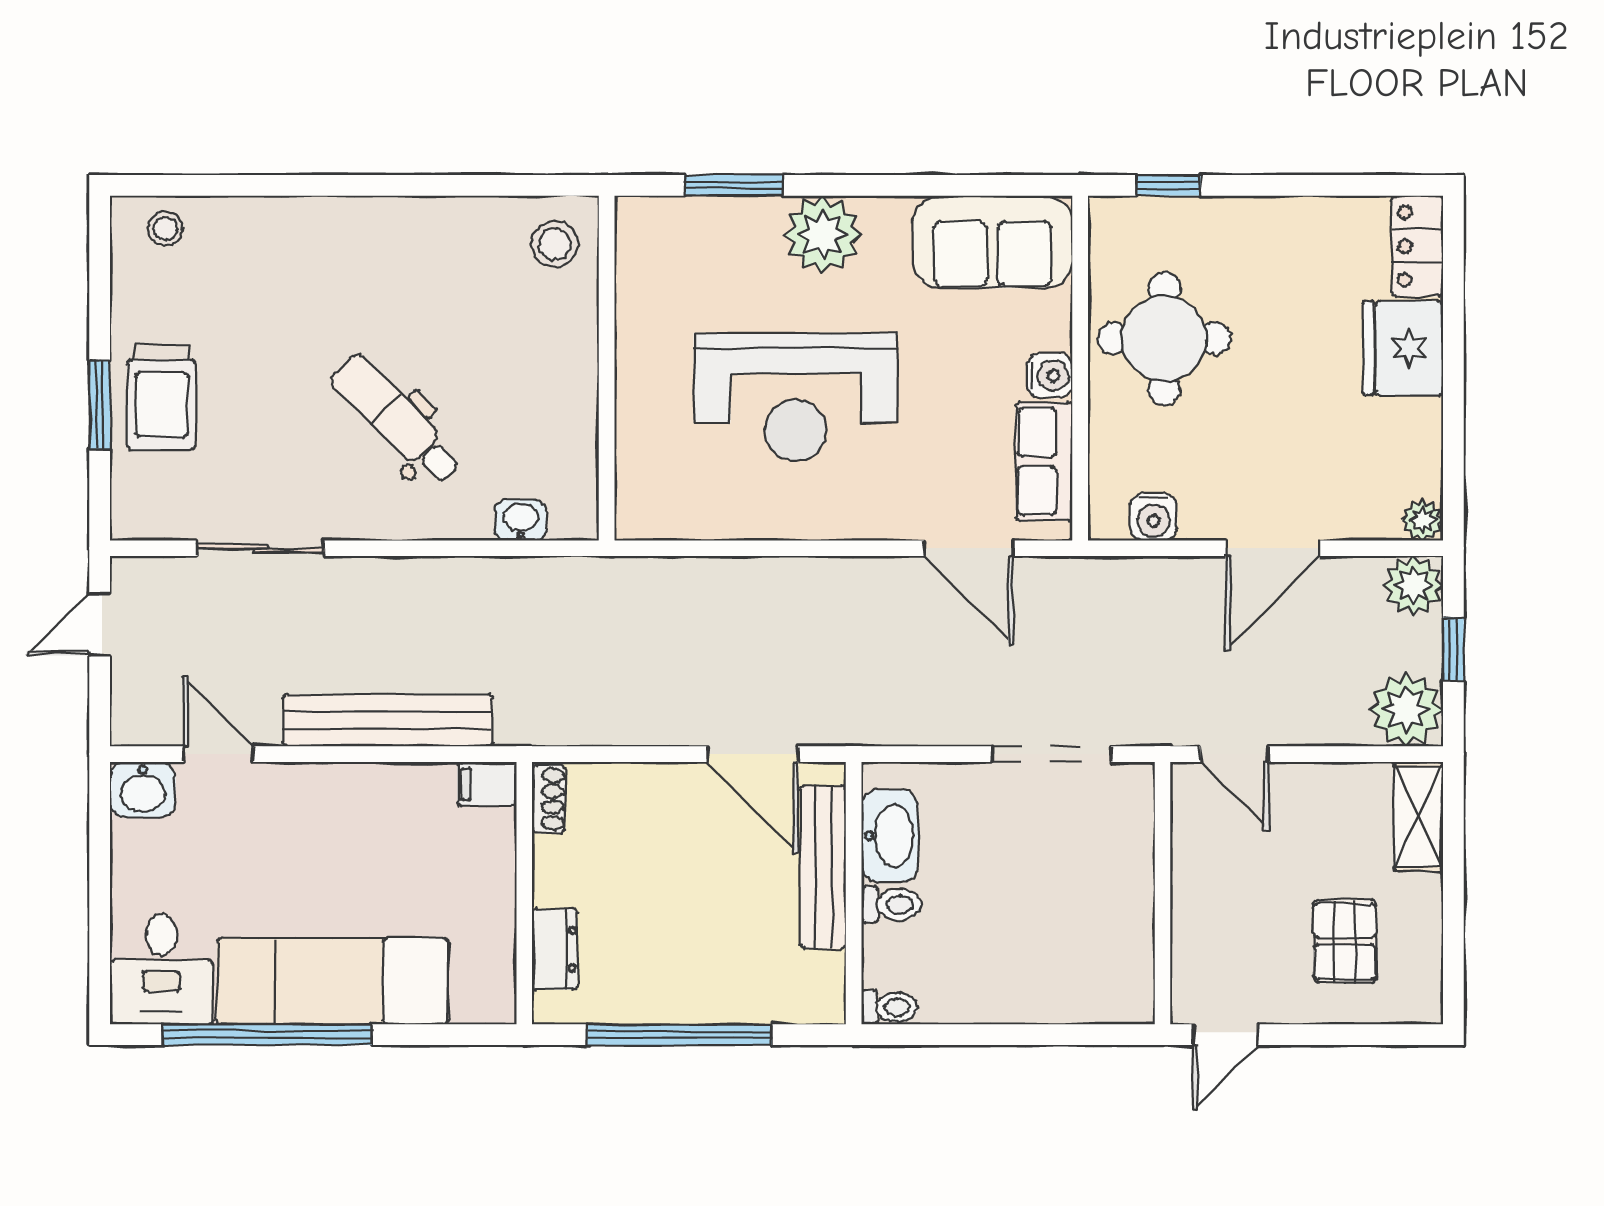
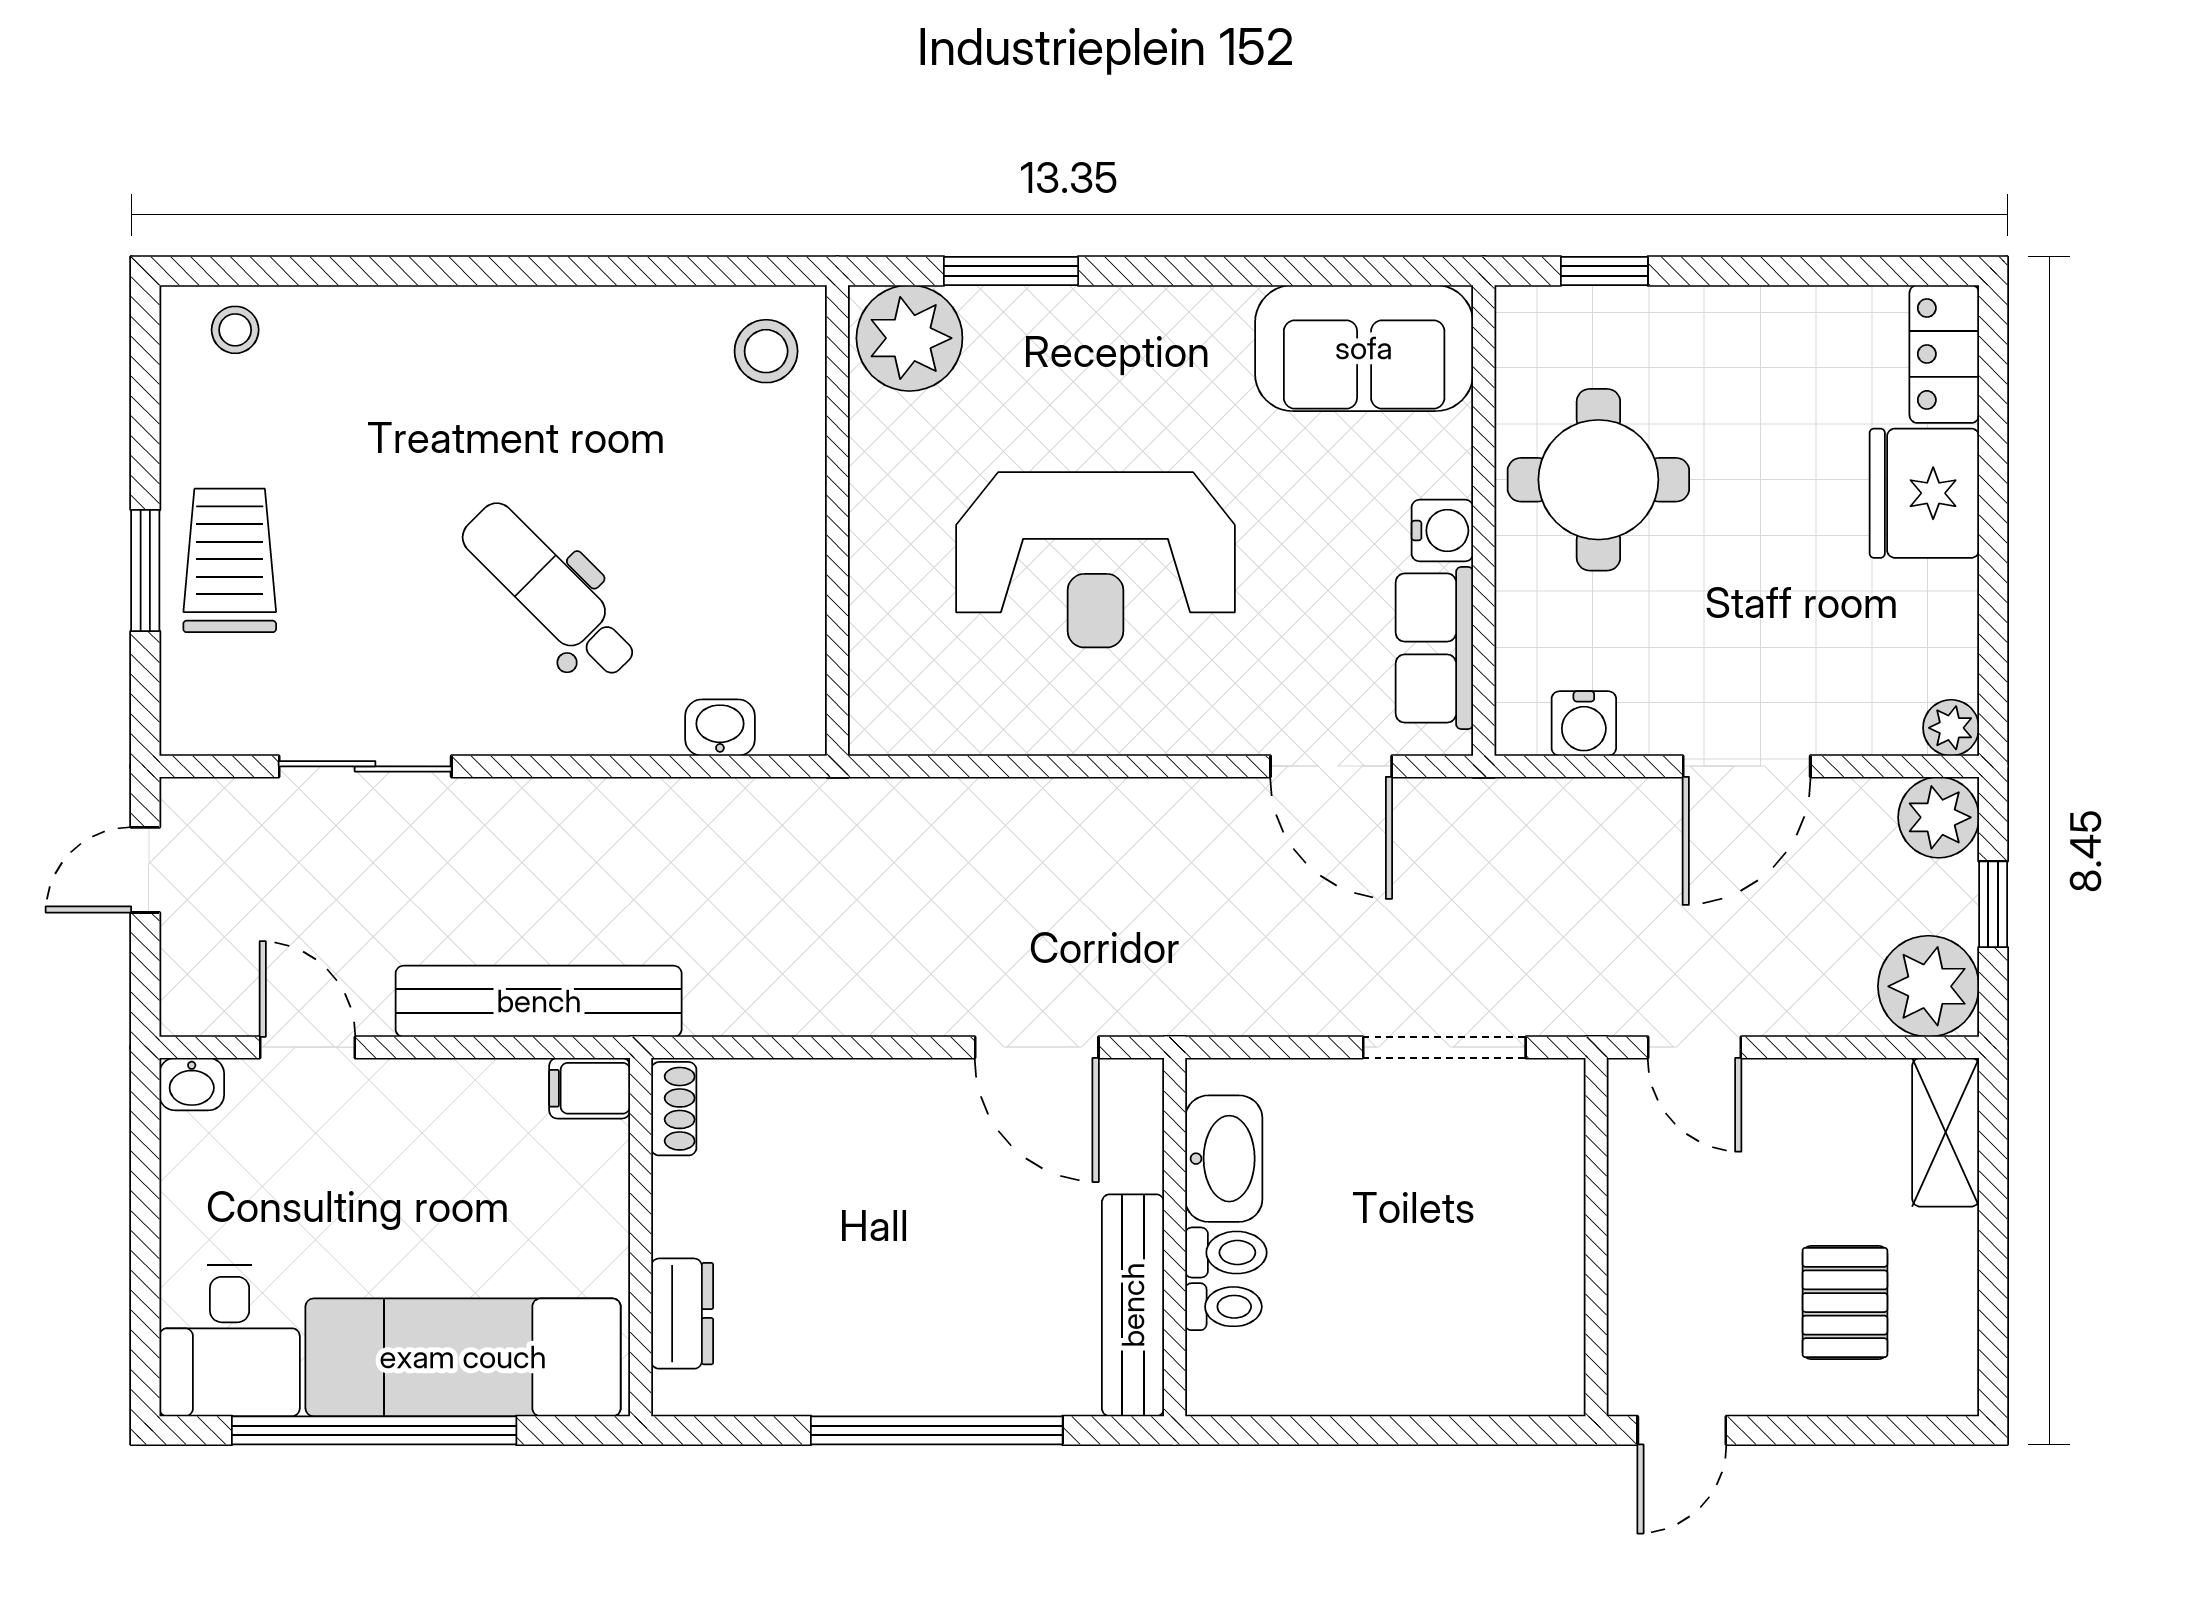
plant: (823, 234) -> (909, 338), moved
trolley: (161, 397) -> (230, 560), turned 180
filing cabinet: (487, 784) -> (590, 1088), moved
washbasin: (143, 790) -> (192, 1084), width x0.72, depth x0.69
shoe rack: (549, 799) -> (674, 1109), moved
bench: (823, 867) -> (1133, 1305), moved
wall: (524, 893) -> (641, 1237), moved
dresser: (555, 949) -> (682, 1314), moved
toilet: (889, 1007) -> (1223, 1307), moved

